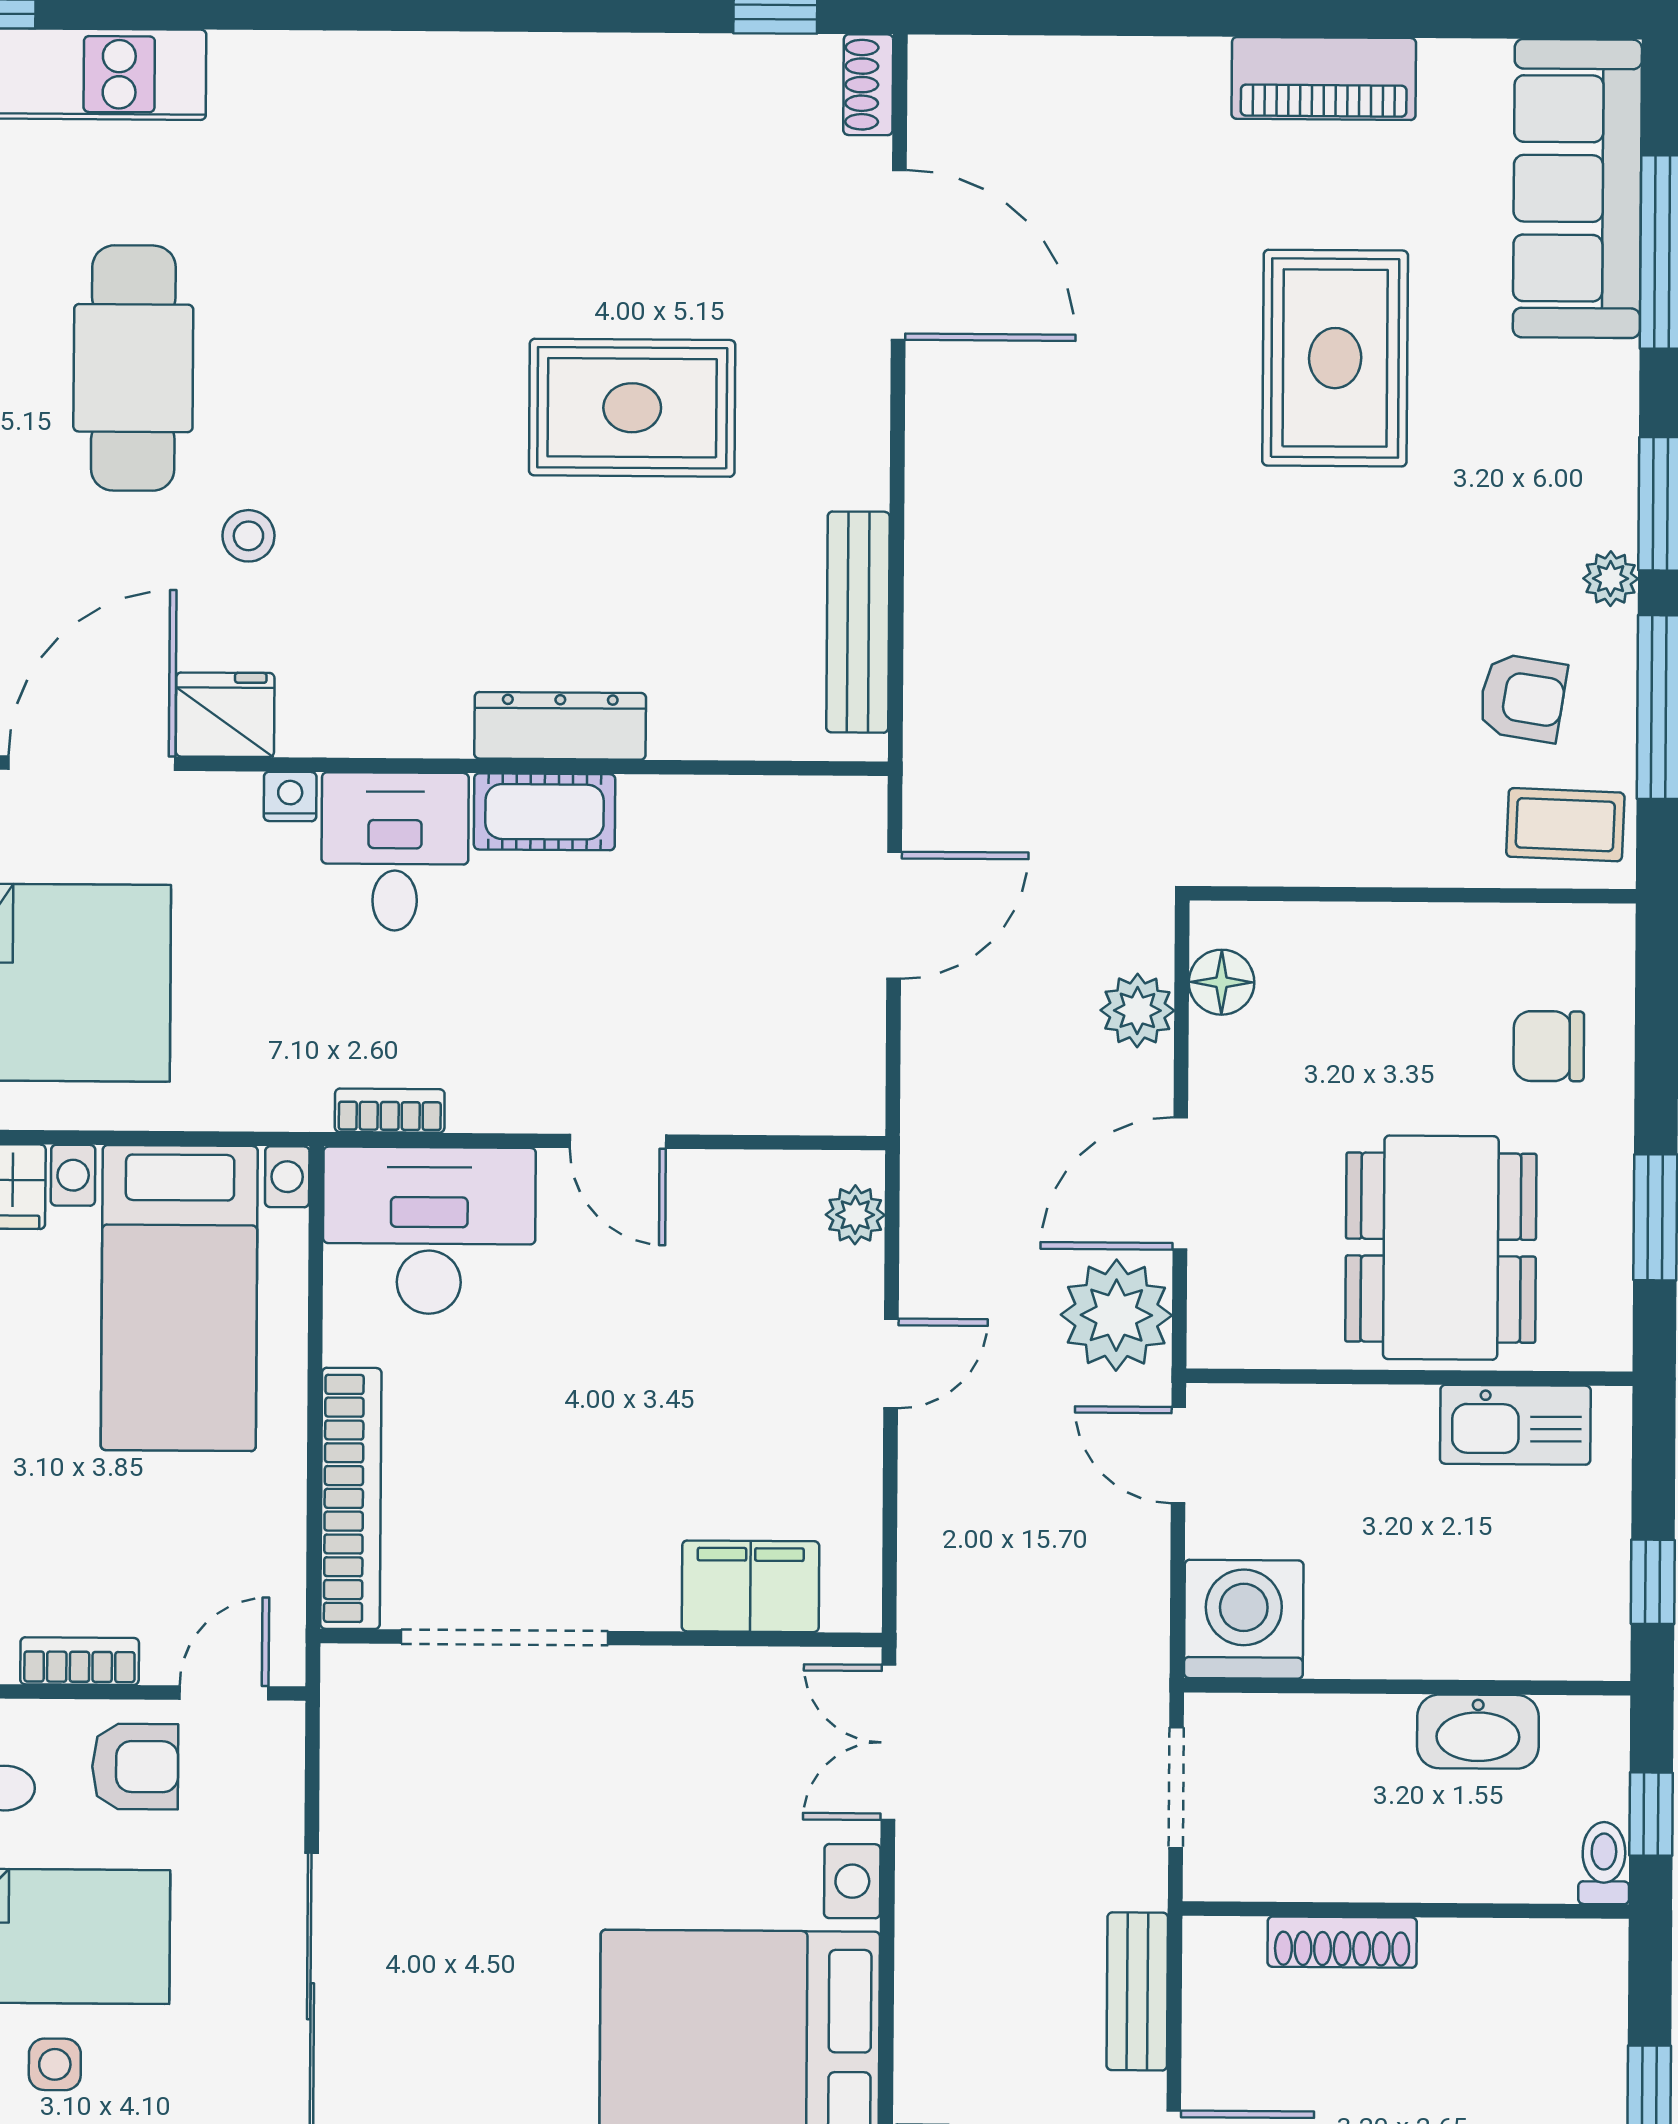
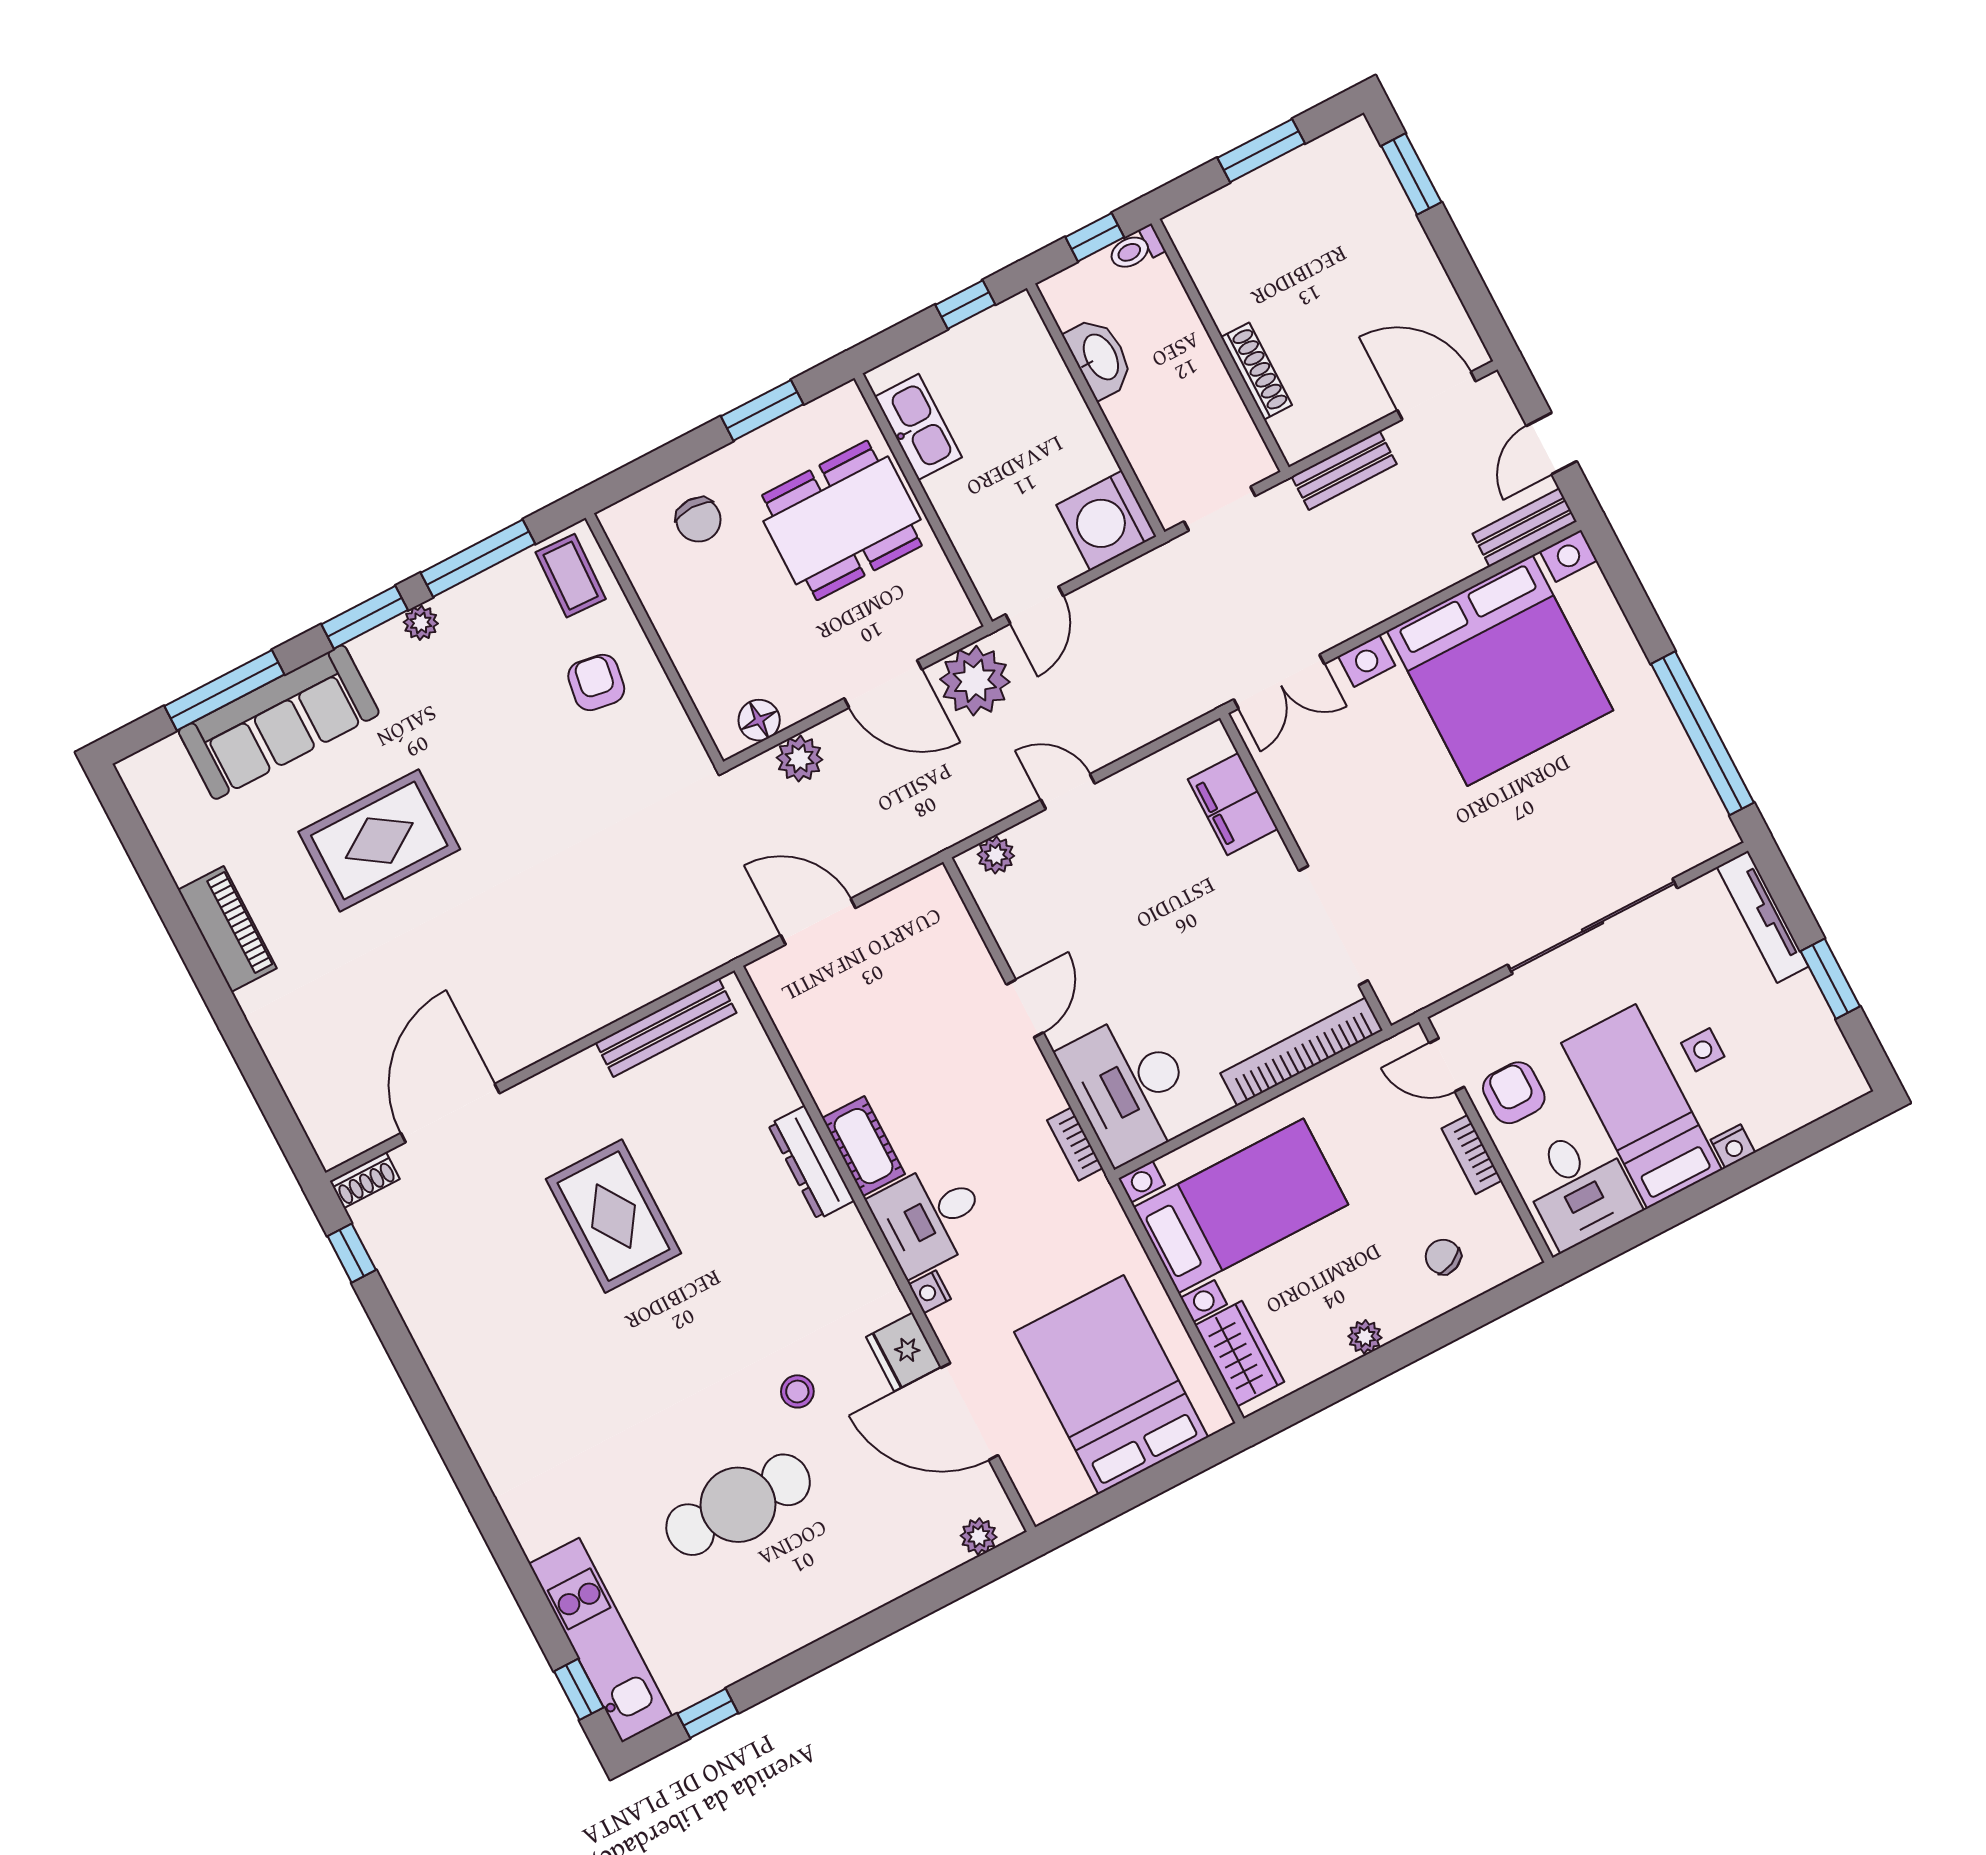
sofa: (1577, 188) -> (279, 722), moved
armchair: (1522, 698) -> (596, 682), moved

